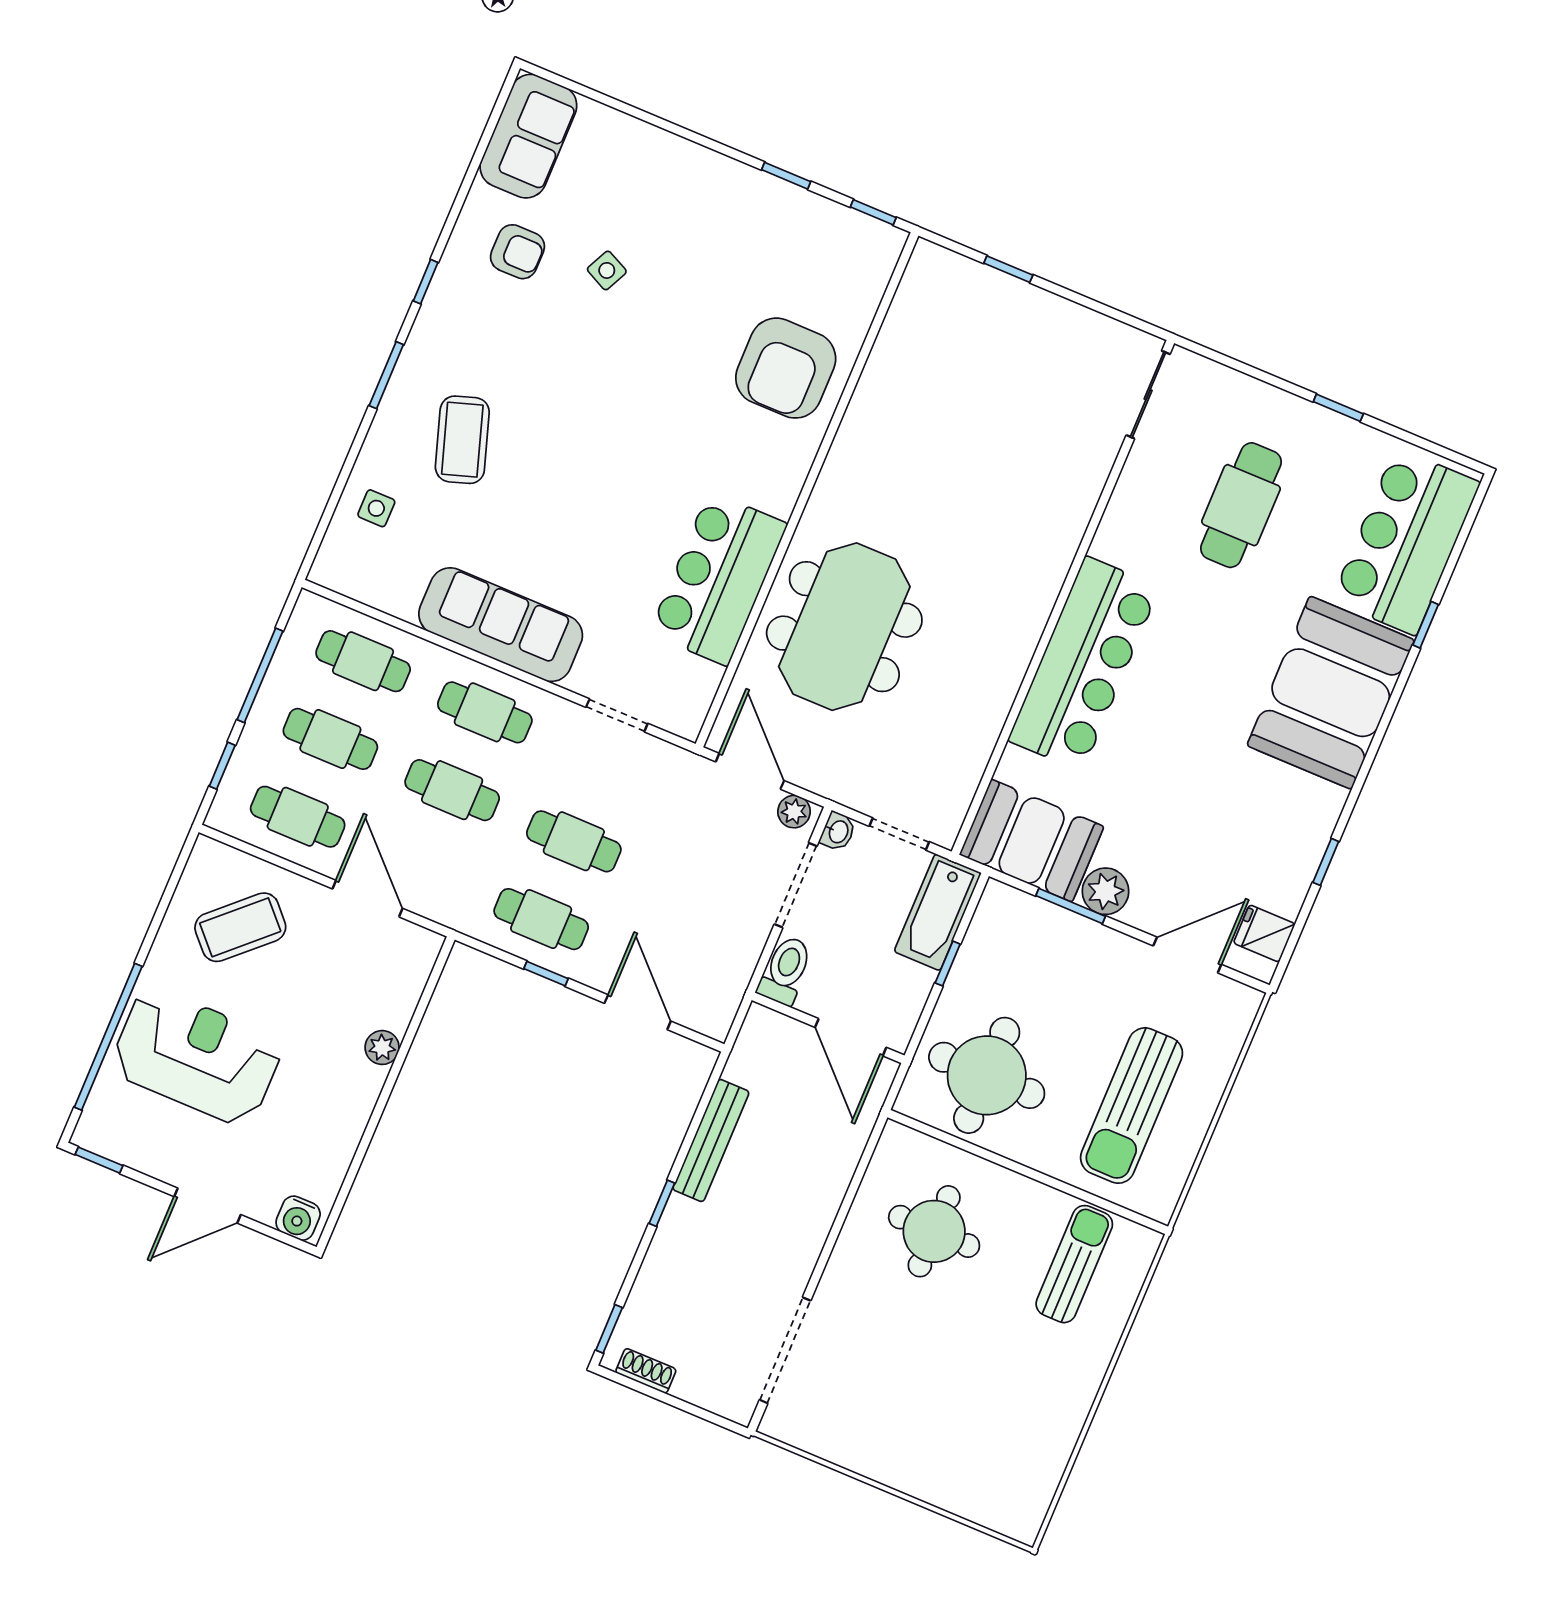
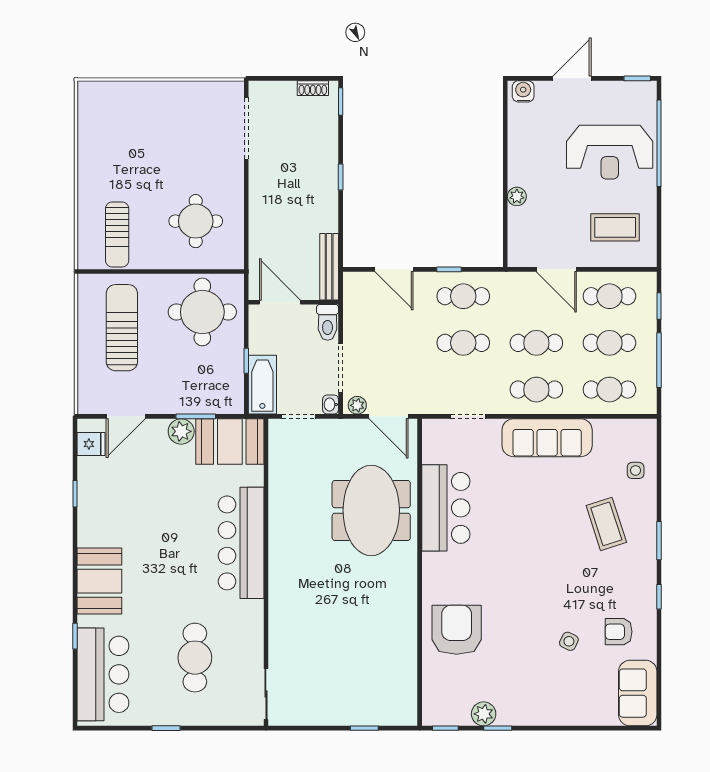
plant: (800, 209) -> (484, 714), added
booth: (1331, 693) -> (99, 581), width x0.73, depth x0.70
coffee table: (240, 927) -> (615, 227), turned 43
bench: (711, 1140) -> (329, 267), moved

